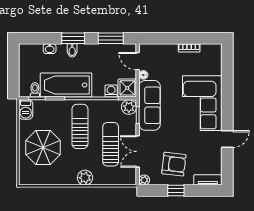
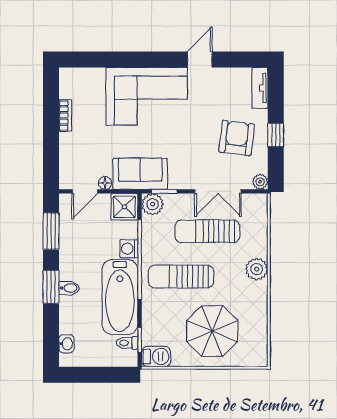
washbasin: (50, 49) -> (66, 344), moved
washing machine: (111, 91) -> (129, 249), moved
sofa: (150, 105) -> (140, 174), width x0.73
door: (227, 139) -> (200, 59), hinge flipped

